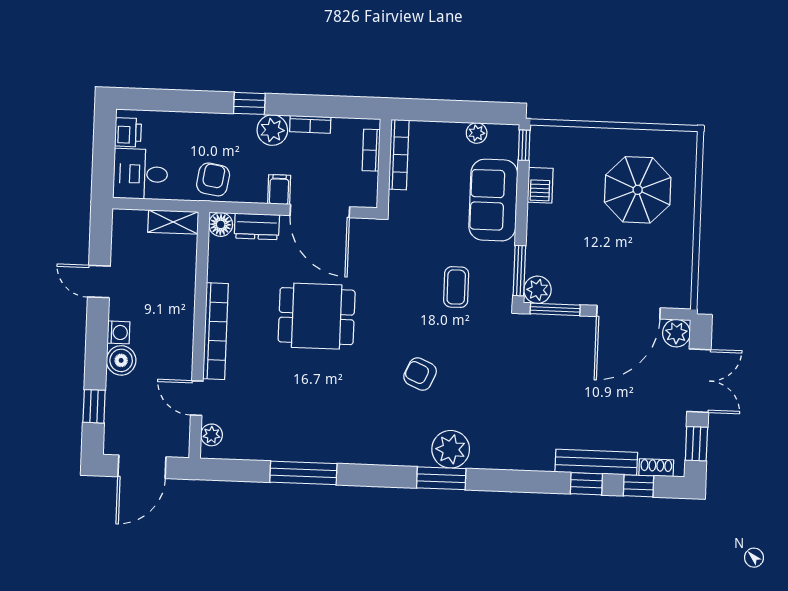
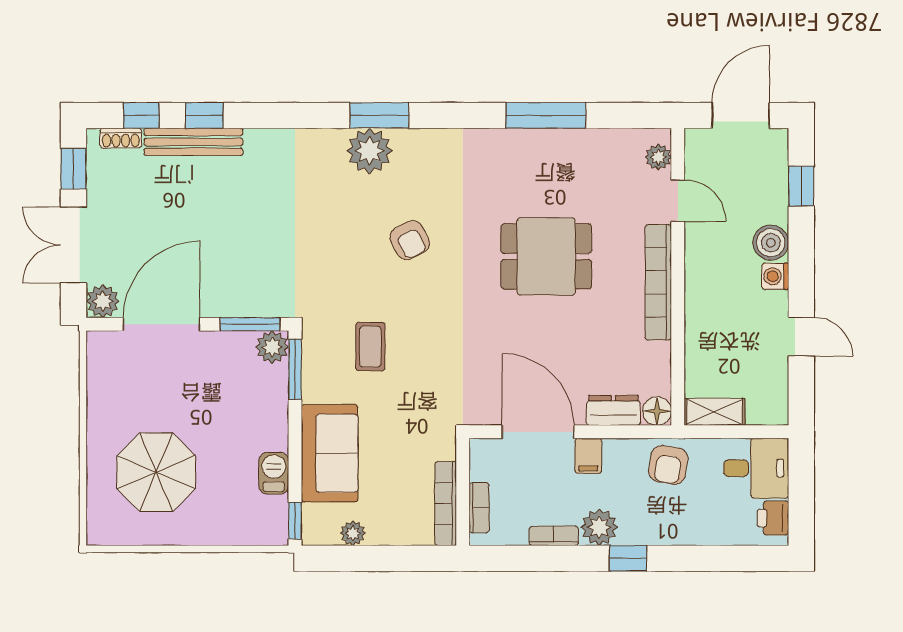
dining table: (317, 316) -> (546, 256), moved
armchair: (420, 374) -> (410, 240), turned 39

